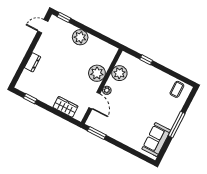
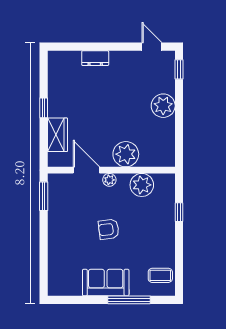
window: (30, 99) -> (44, 108), moved
door: (94, 101) -> (86, 170), swing flipped
armchair: (135, 105) -> (109, 229), added
window: (177, 125) -> (129, 300), moved
sofa: (156, 140) -> (106, 283), moved

